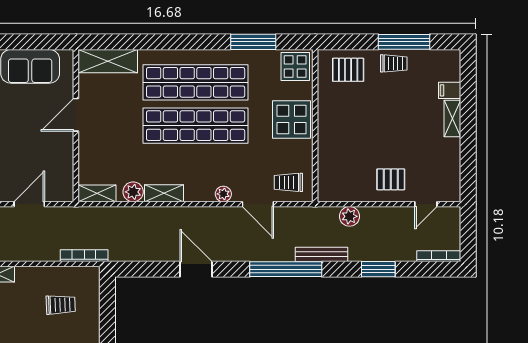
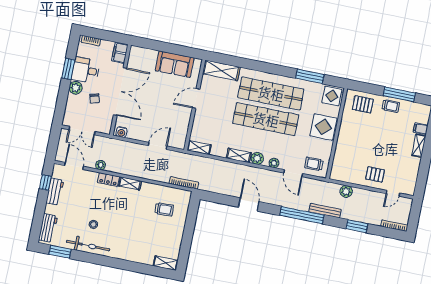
plant: (133, 192) -> (257, 158), moved

